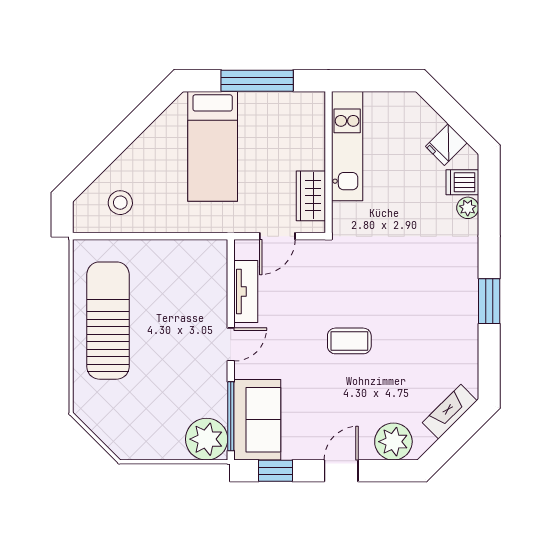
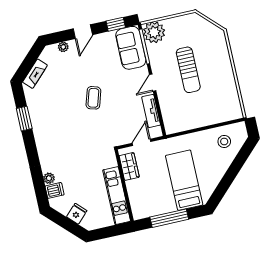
fridge: (446, 145) -> (77, 214), moved
window: (489, 301) -> (24, 119), moved
sun lounger: (108, 321) -> (188, 70), moved, width x0.73, depth x0.75
coffee table: (349, 341) -> (93, 98), turned -73
plant: (393, 442) -> (63, 47), width x0.53, depth x0.53

